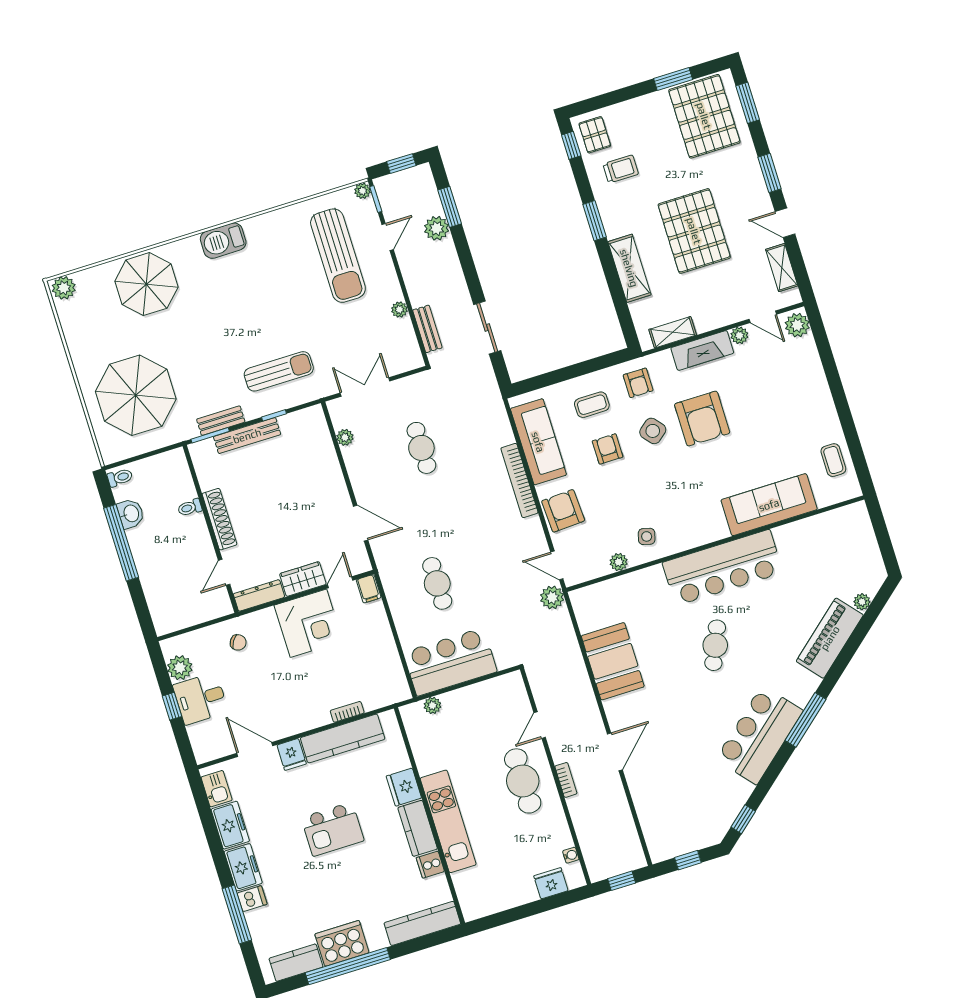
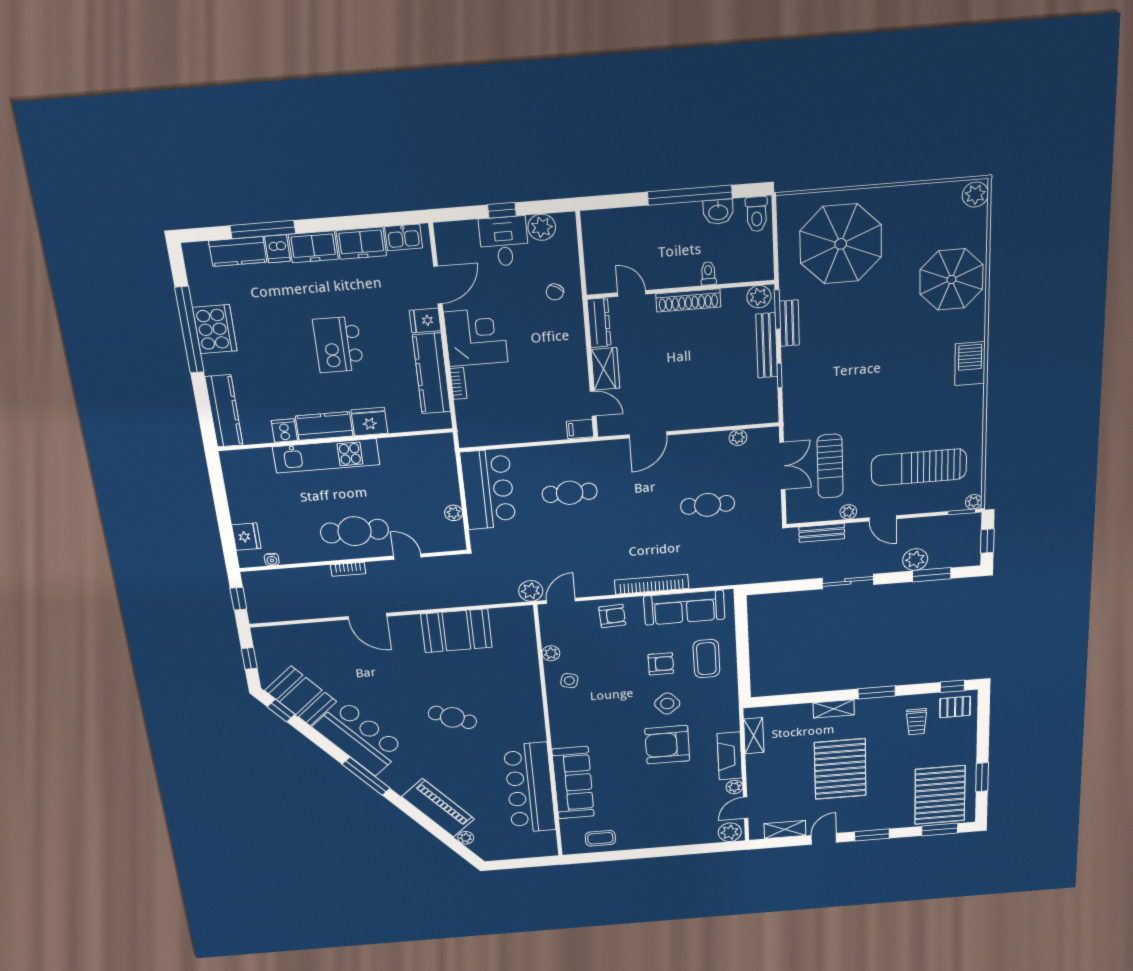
pallet: (704, 116) -> (940, 795), turned 90
pallet: (694, 231) -> (840, 769), turned 90
door: (388, 237) -> (883, 518), moved
shelving: (629, 268) -> (834, 709), width x0.67, depth x0.75
sliding door: (487, 328) -> (848, 581), moved
sun lounger: (279, 371) -> (830, 466), moved
armchair: (638, 383) -> (716, 700), removed
coffee table: (592, 405) -> (706, 659), width x1.36, depth x1.30
plant: (202, 456) -> (759, 297), added
toilet: (120, 477) -> (757, 214), width x1.37, depth x1.39
armchair: (563, 511) -> (612, 616), width x0.72, depth x0.72
bar counter: (723, 568) -> (530, 788), moved
corner desk: (308, 623) -> (476, 337), moved, turned 180
plant: (432, 705) -> (454, 513), moved
booth: (722, 802) -> (301, 696), added
kitchen counter: (296, 963) -> (238, 251), moved, turned 90

